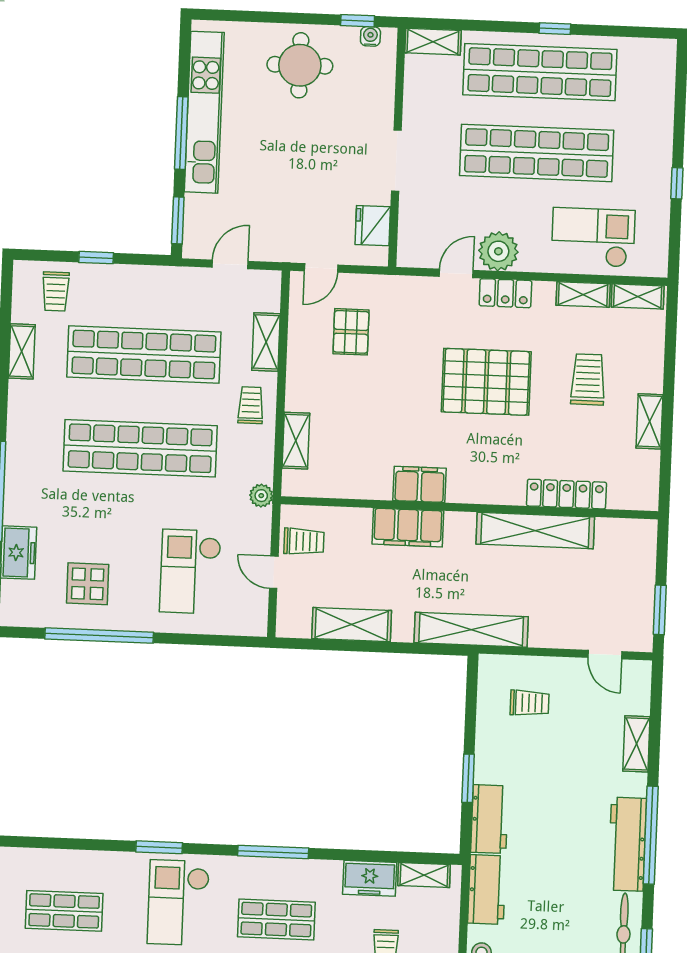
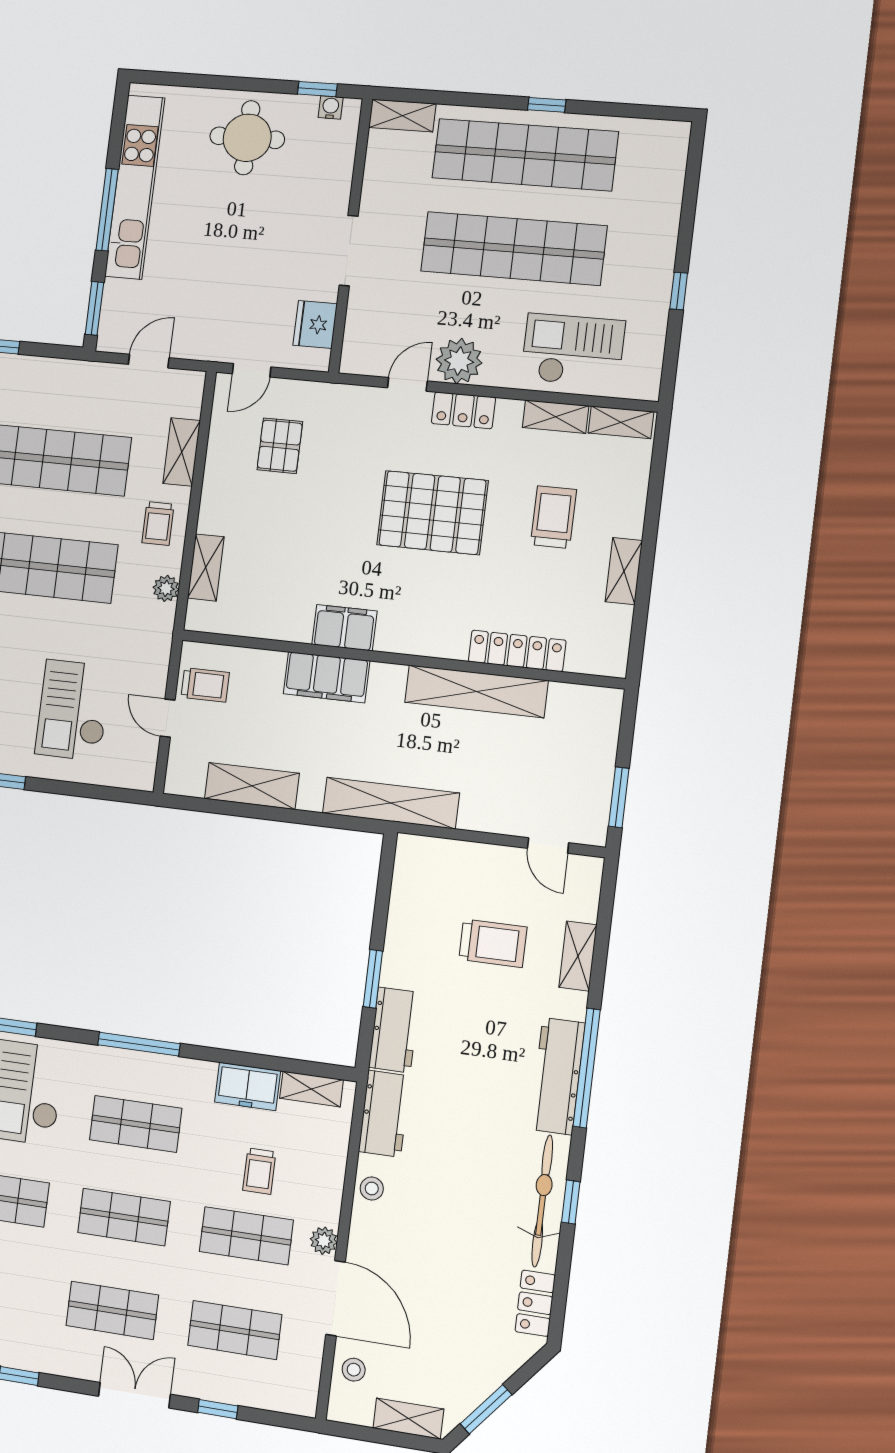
trolley: (251, 405) -> (158, 524), turned 180
plant: (261, 496) -> (166, 588), moved
trolley: (530, 703) -> (493, 943), moved, width x1.36, depth x1.39

